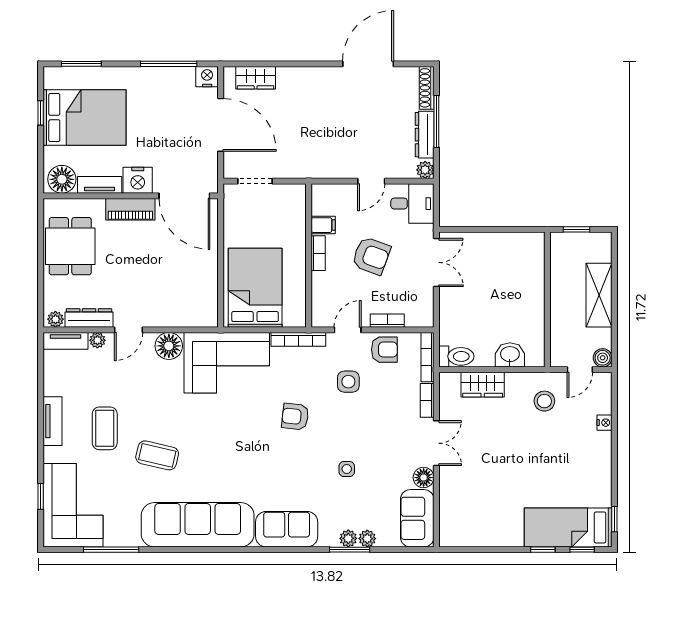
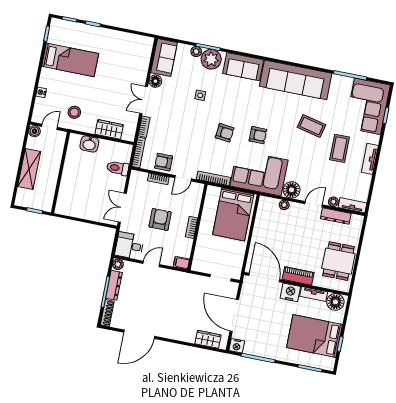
filing cabinet: (323, 225) -> (181, 263), moved
armchair: (371, 256) -> (160, 219), turned 70
plant: (55, 319) -> (284, 205), moved
toilet: (456, 356) -> (118, 168), moved
side table: (348, 382) -> (189, 147), removed
armchair: (241, 423) -> (258, 135), added
bed: (568, 527) -> (70, 60), moved
plant: (348, 538) -> (211, 59), width x1.87, depth x1.87

